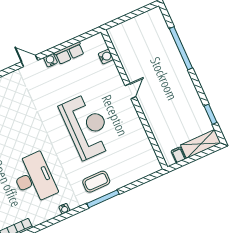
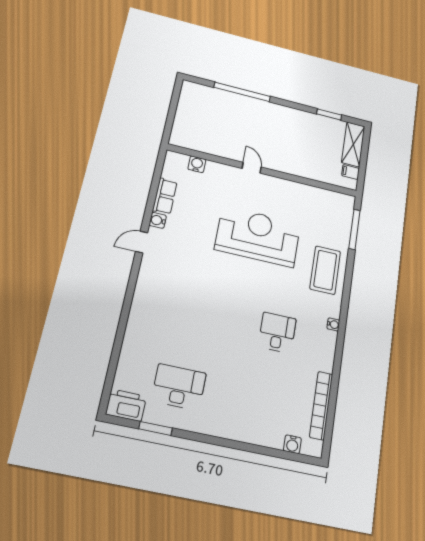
desk: (34, 178) -> (277, 333), width x0.53, depth x0.77
coffee table: (96, 182) -> (325, 270), width x1.36, depth x1.32
window: (103, 199) -> (355, 229), moved

